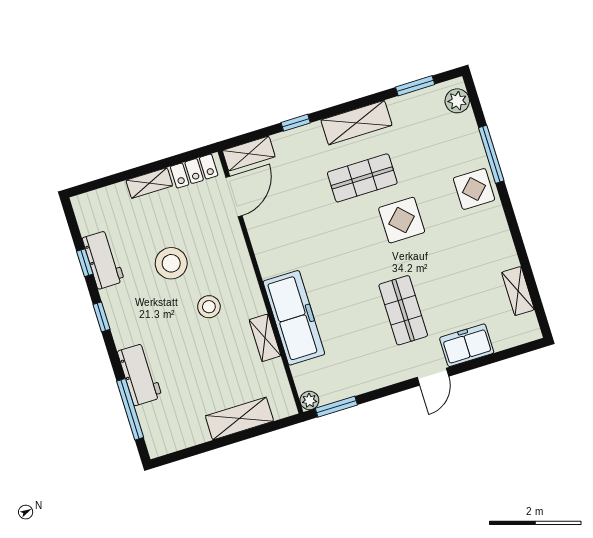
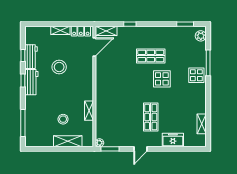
shelving: (356, 123) -> (155, 32), removed
stool: (209, 307) -> (63, 119), moved
freezer: (294, 318) -> (104, 106), removed
workbench: (140, 374) -> (31, 82), moved
door: (433, 377) -> (141, 149), moved

